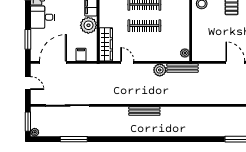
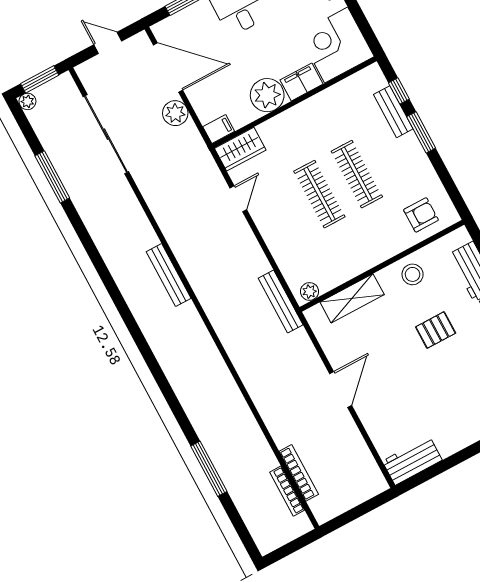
shelving: (198, 36) -> (352, 298), added
wardrobe: (106, 44) -> (240, 149), width x0.67
filing cabinet: (81, 55) -> (219, 129), moved
plant: (160, 70) -> (175, 113), moved
door: (28, 83) -> (108, 43), swing flipped

